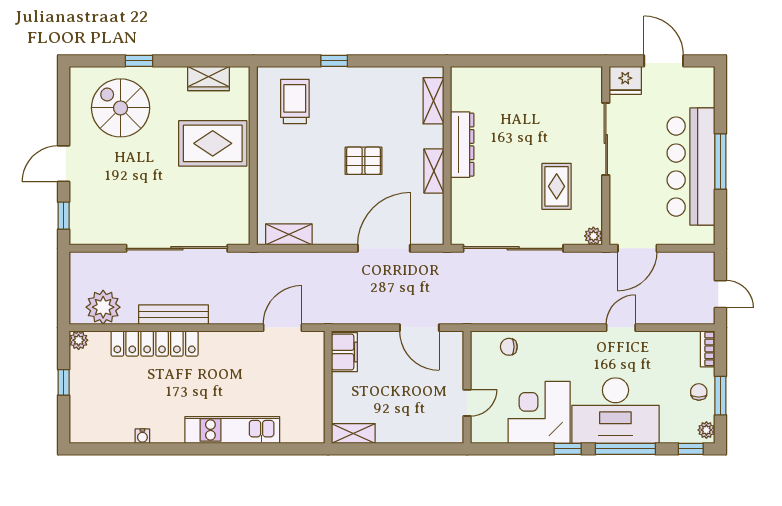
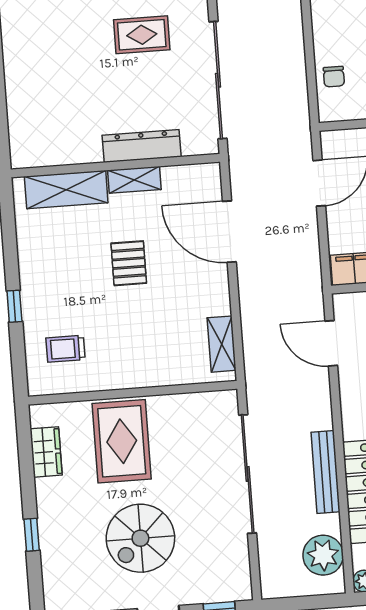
shelving: (433, 101) -> (66, 190), width x1.50, depth x1.33
trolley: (295, 102) -> (65, 349), width x0.73, depth x0.72
spiral stairs: (121, 108) -> (140, 538), moved
dresser: (462, 145) -> (142, 146), moved

